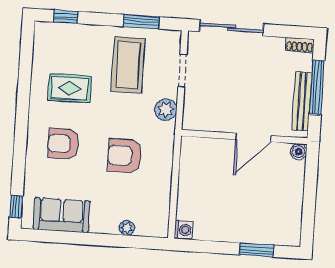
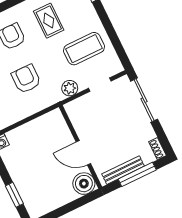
window: (141, 22) -> (116, 42), removed
boiler: (299, 152) -> (84, 184), width x1.86, depth x1.86

